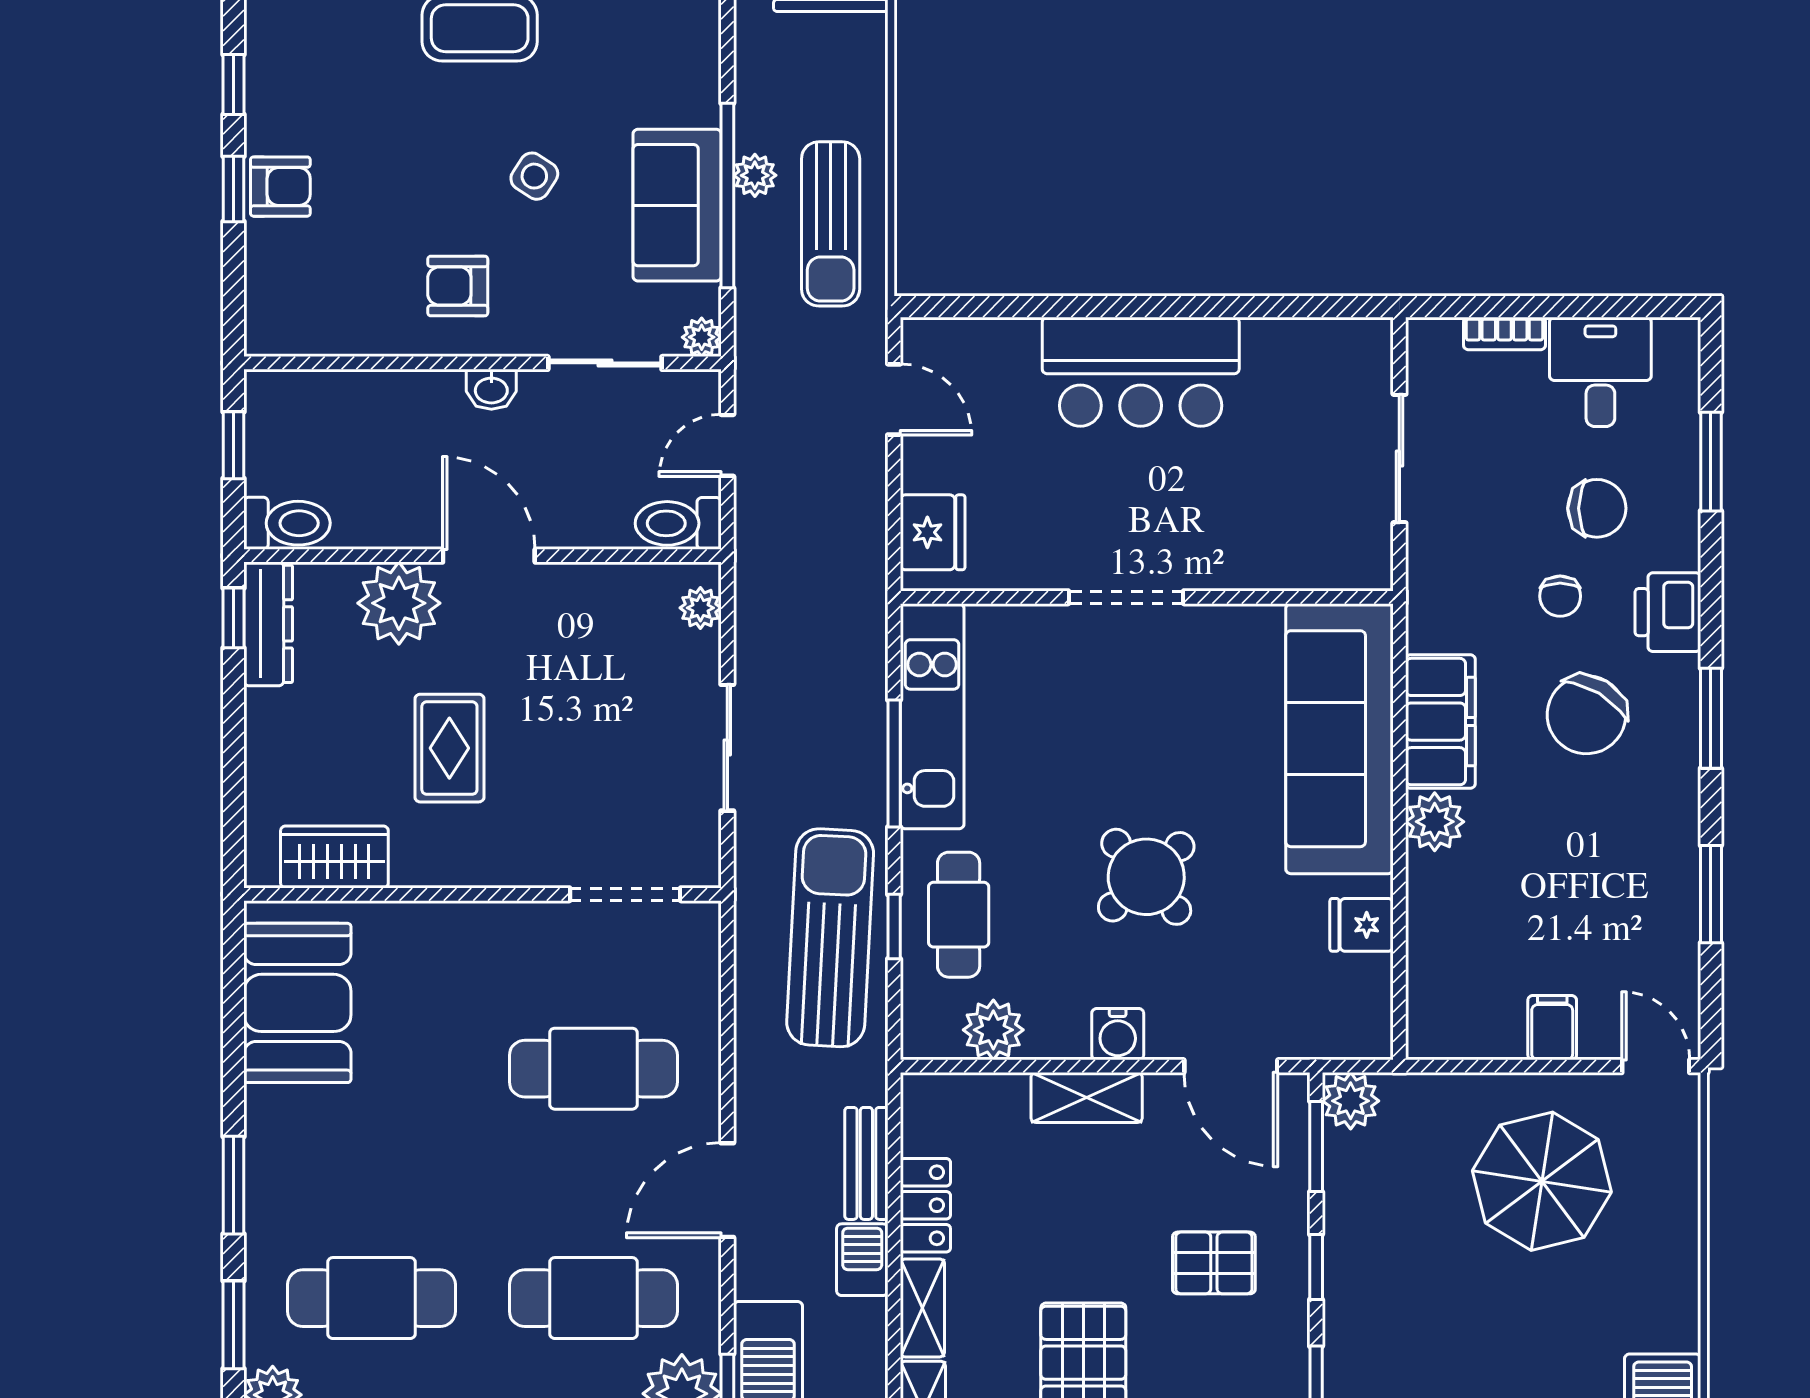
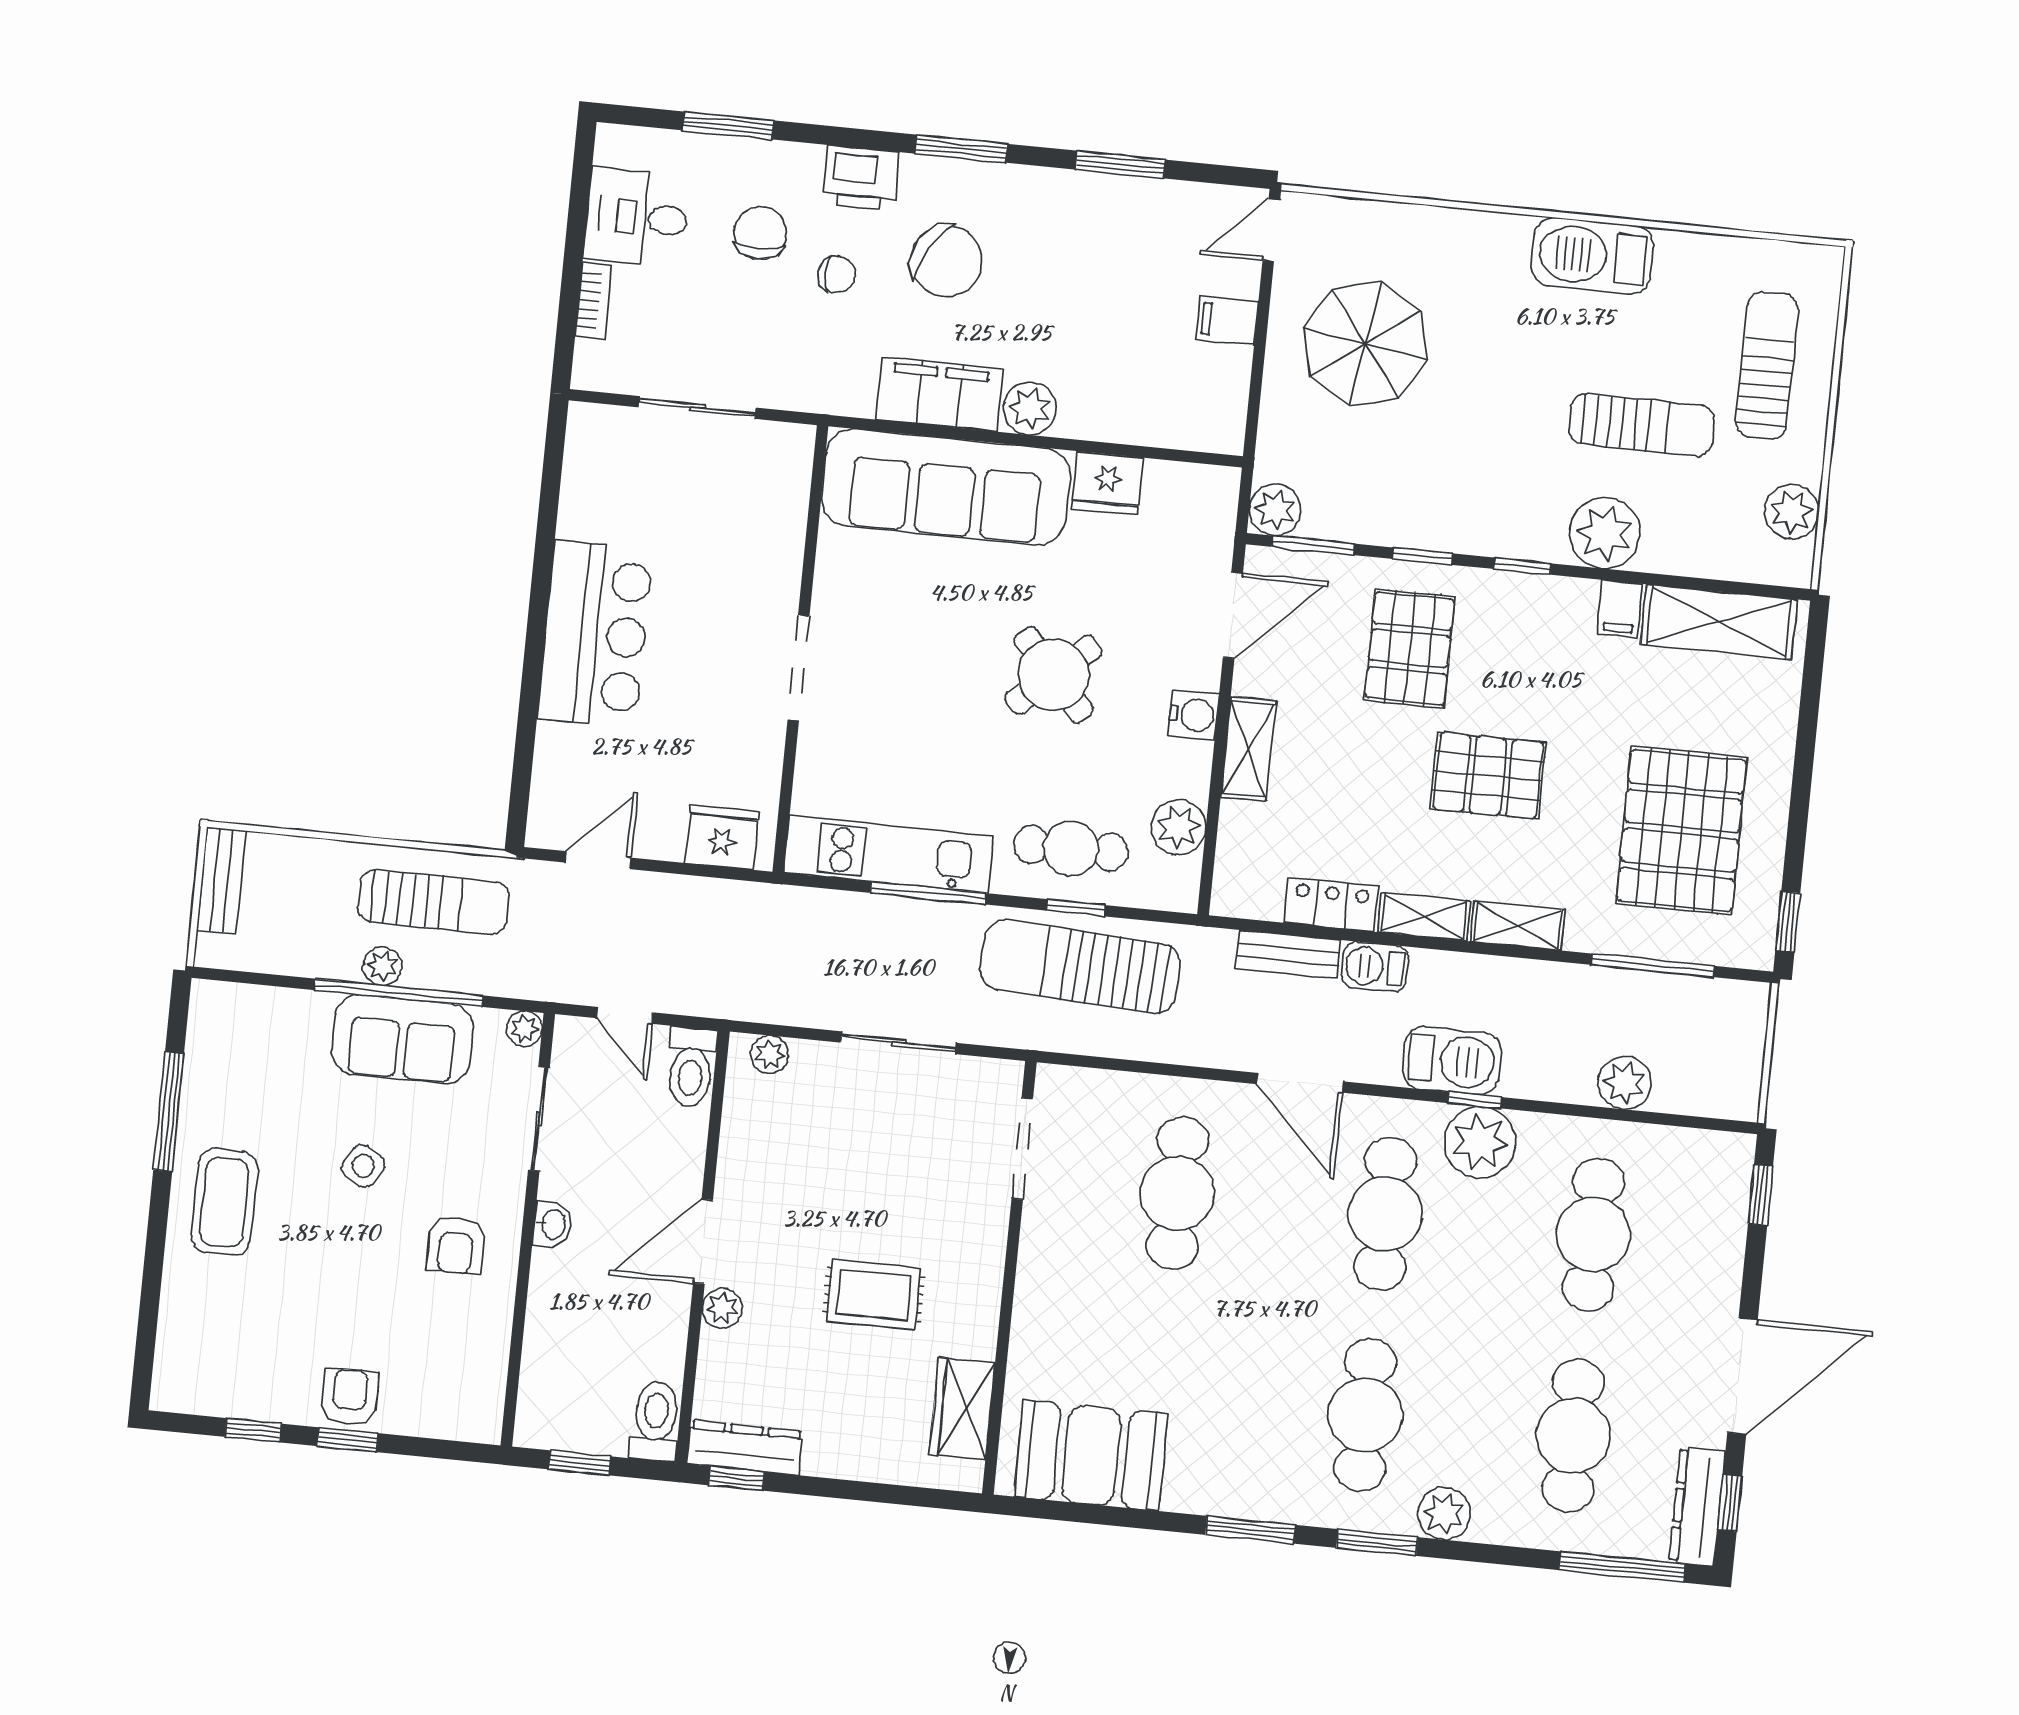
plant: (399, 603) -> (722, 1308), width x0.53, depth x0.53
fridge: (1362, 925) -> (1107, 483), width x1.38
pallet: (1214, 1263) -> (1410, 648), width x1.50, depth x1.42

